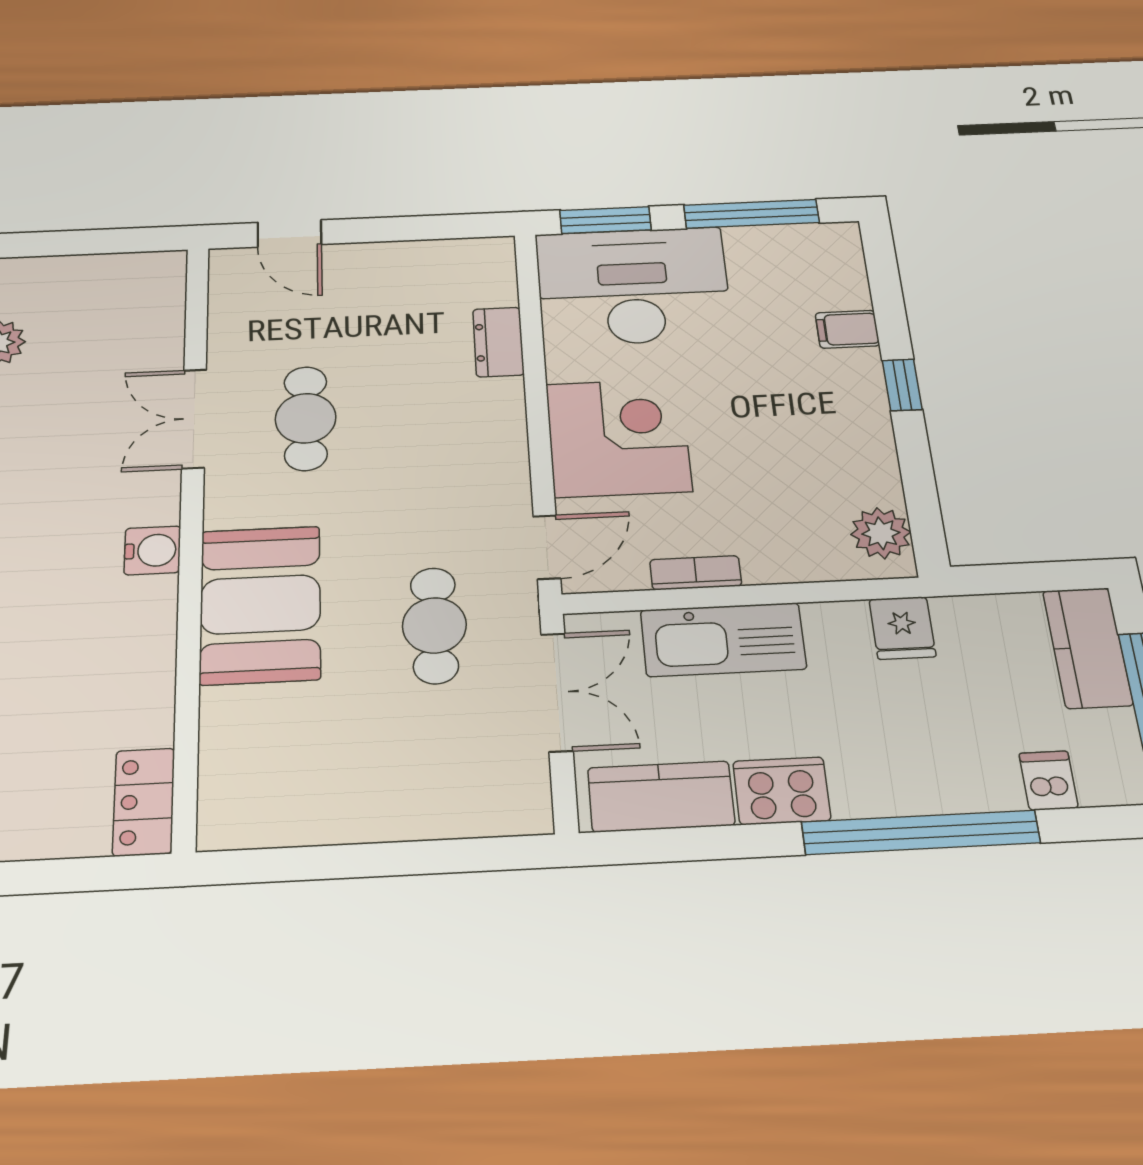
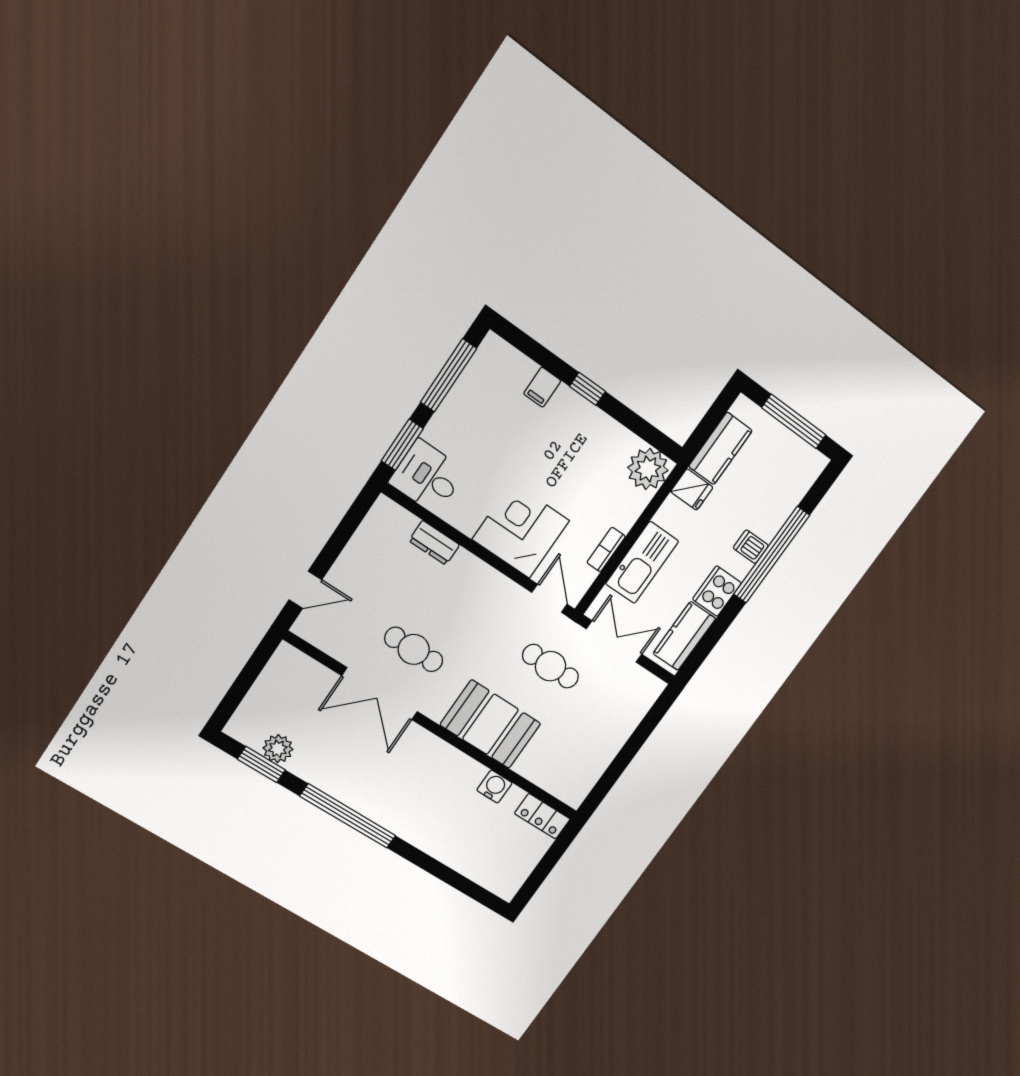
desk: (633, 286) -> (427, 477), width x0.53, depth x0.77
double door: (194, 419) -> (380, 694), width x1.37
plant: (881, 533) -> (648, 469), width x1.36, depth x1.36
water cooler: (152, 550) -> (494, 787), moved
kitchen counter: (1088, 648) -> (720, 448), moved, turned -90
dishwasher: (1049, 781) -> (751, 547), moved

